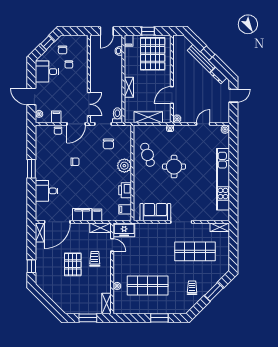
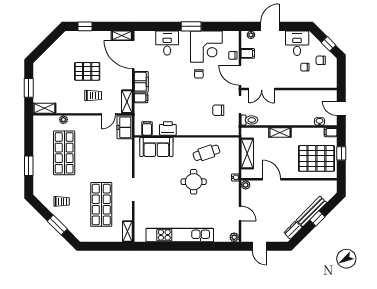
door: (233, 96) -> (259, 246), moved
corner desk: (50, 155) -> (206, 47), added
plant: (124, 166) -> (195, 128), removed
sofa: (155, 212) -> (156, 147), moved, turned 90

